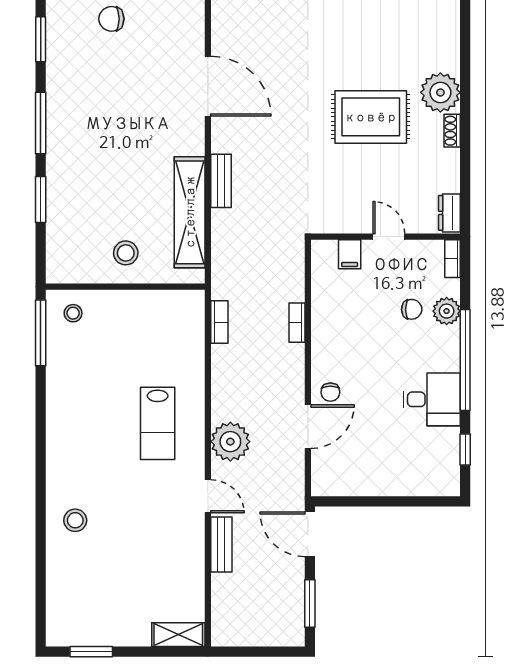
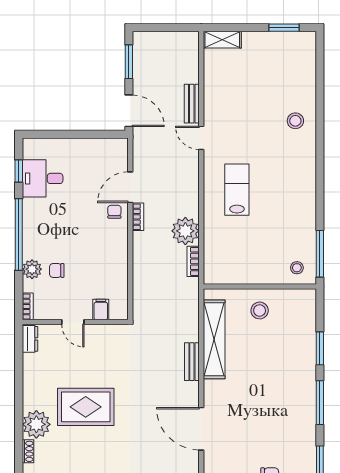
shoe rack: (452, 131) -> (28, 451), moved
bookcase: (297, 323) -> (138, 217), moved
desk: (432, 399) -> (43, 178), moved
plant: (230, 442) -> (185, 231), moved

